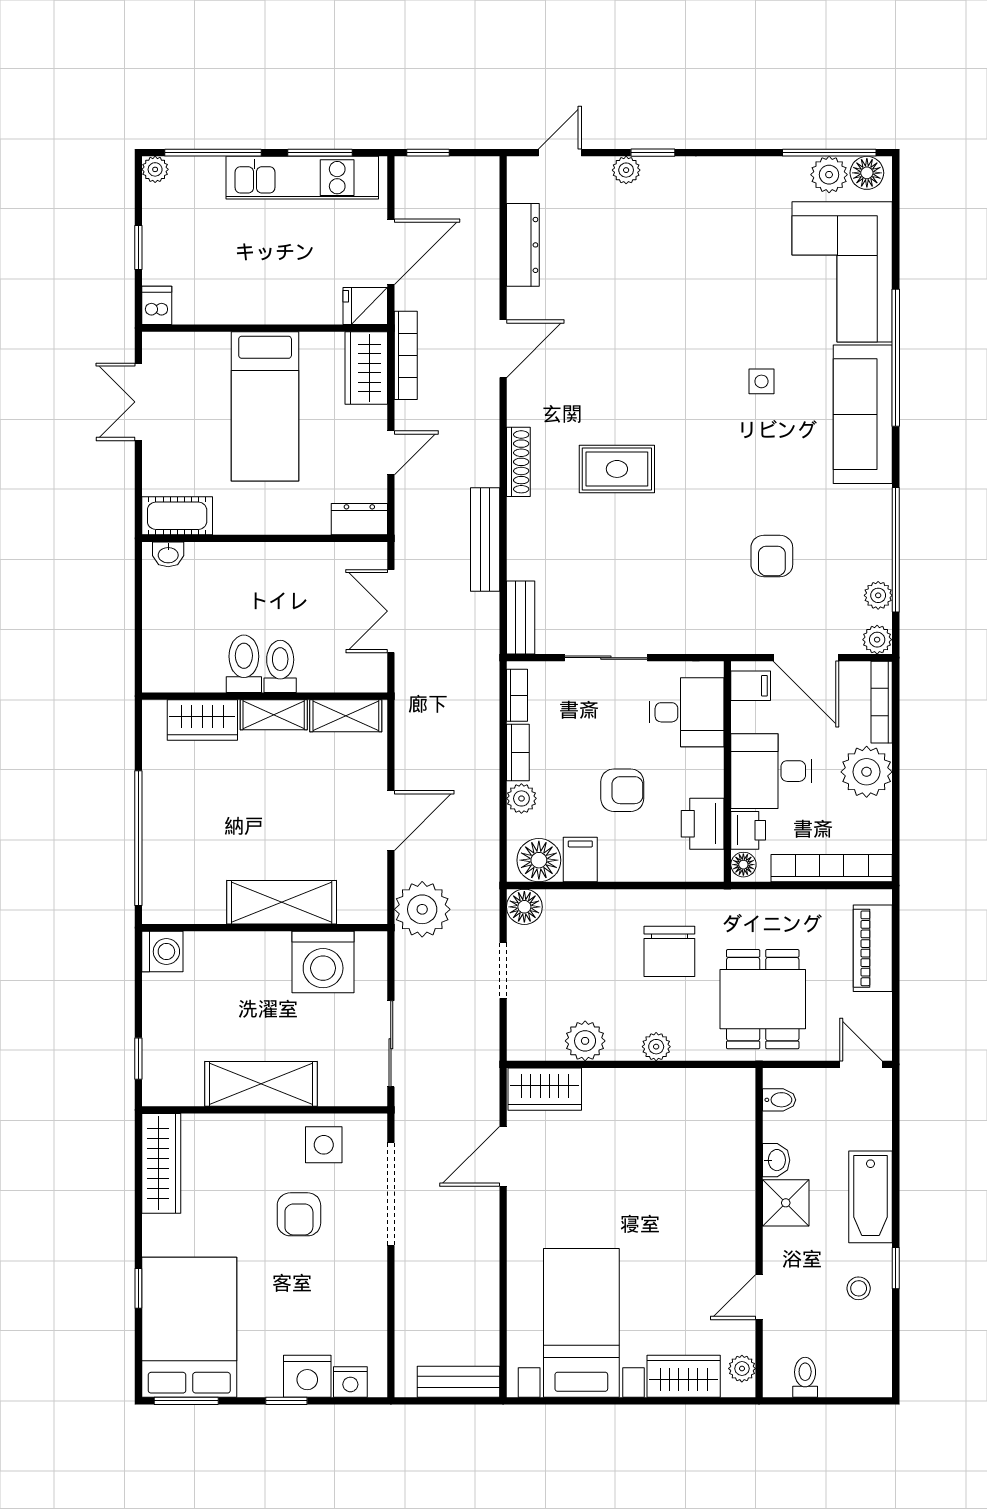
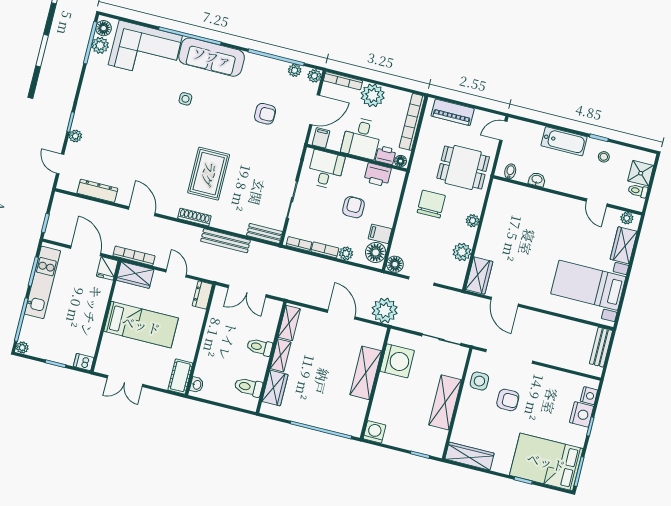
rug: (617, 469) -> (209, 174), width x1.36, depth x1.43
toilet: (244, 664) -> (248, 387), moved
chair: (669, 951) -> (431, 204), turned -90
shower: (786, 1203) -> (641, 173), moved

